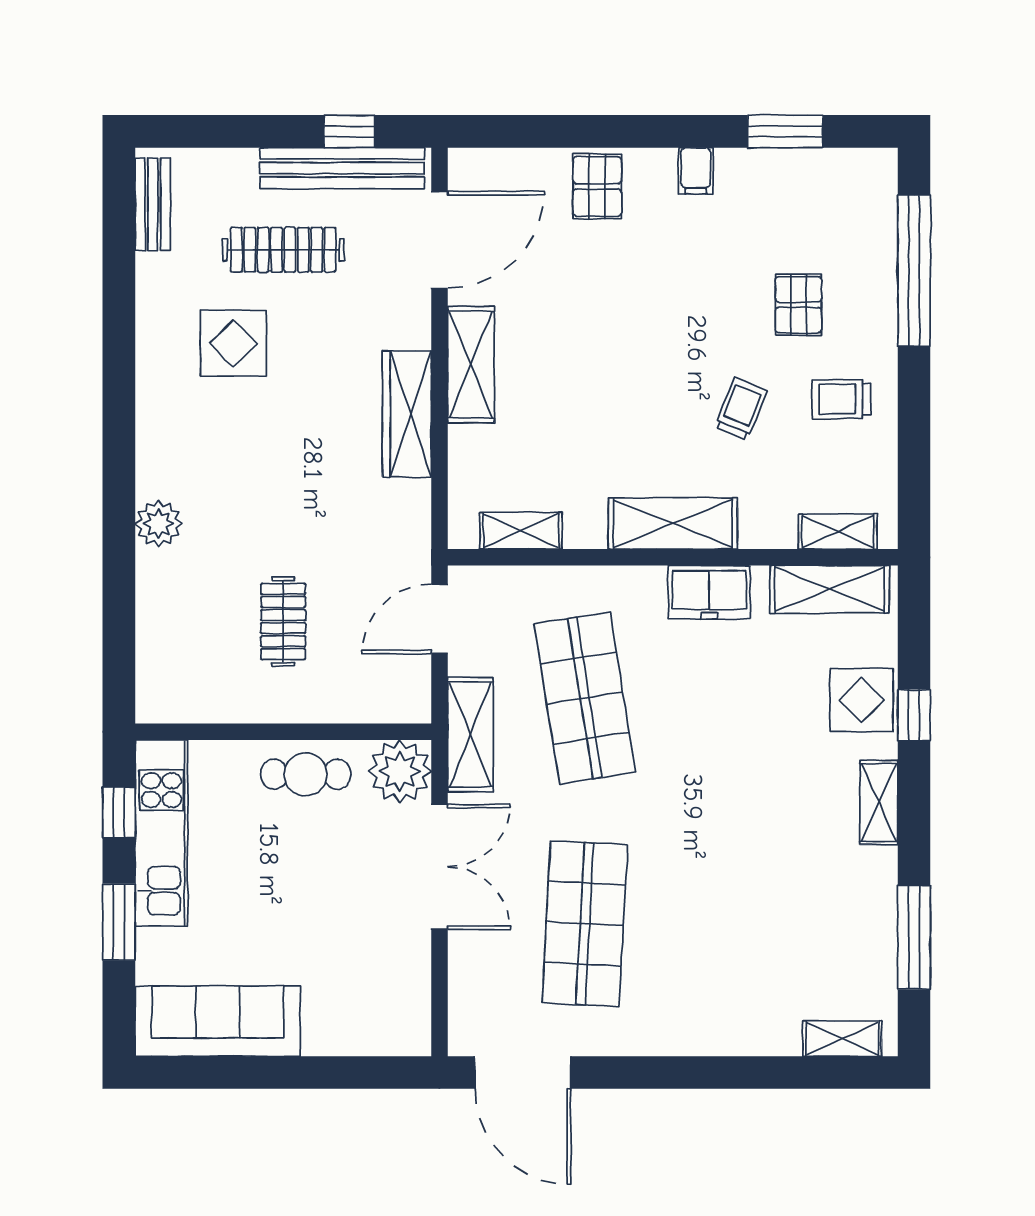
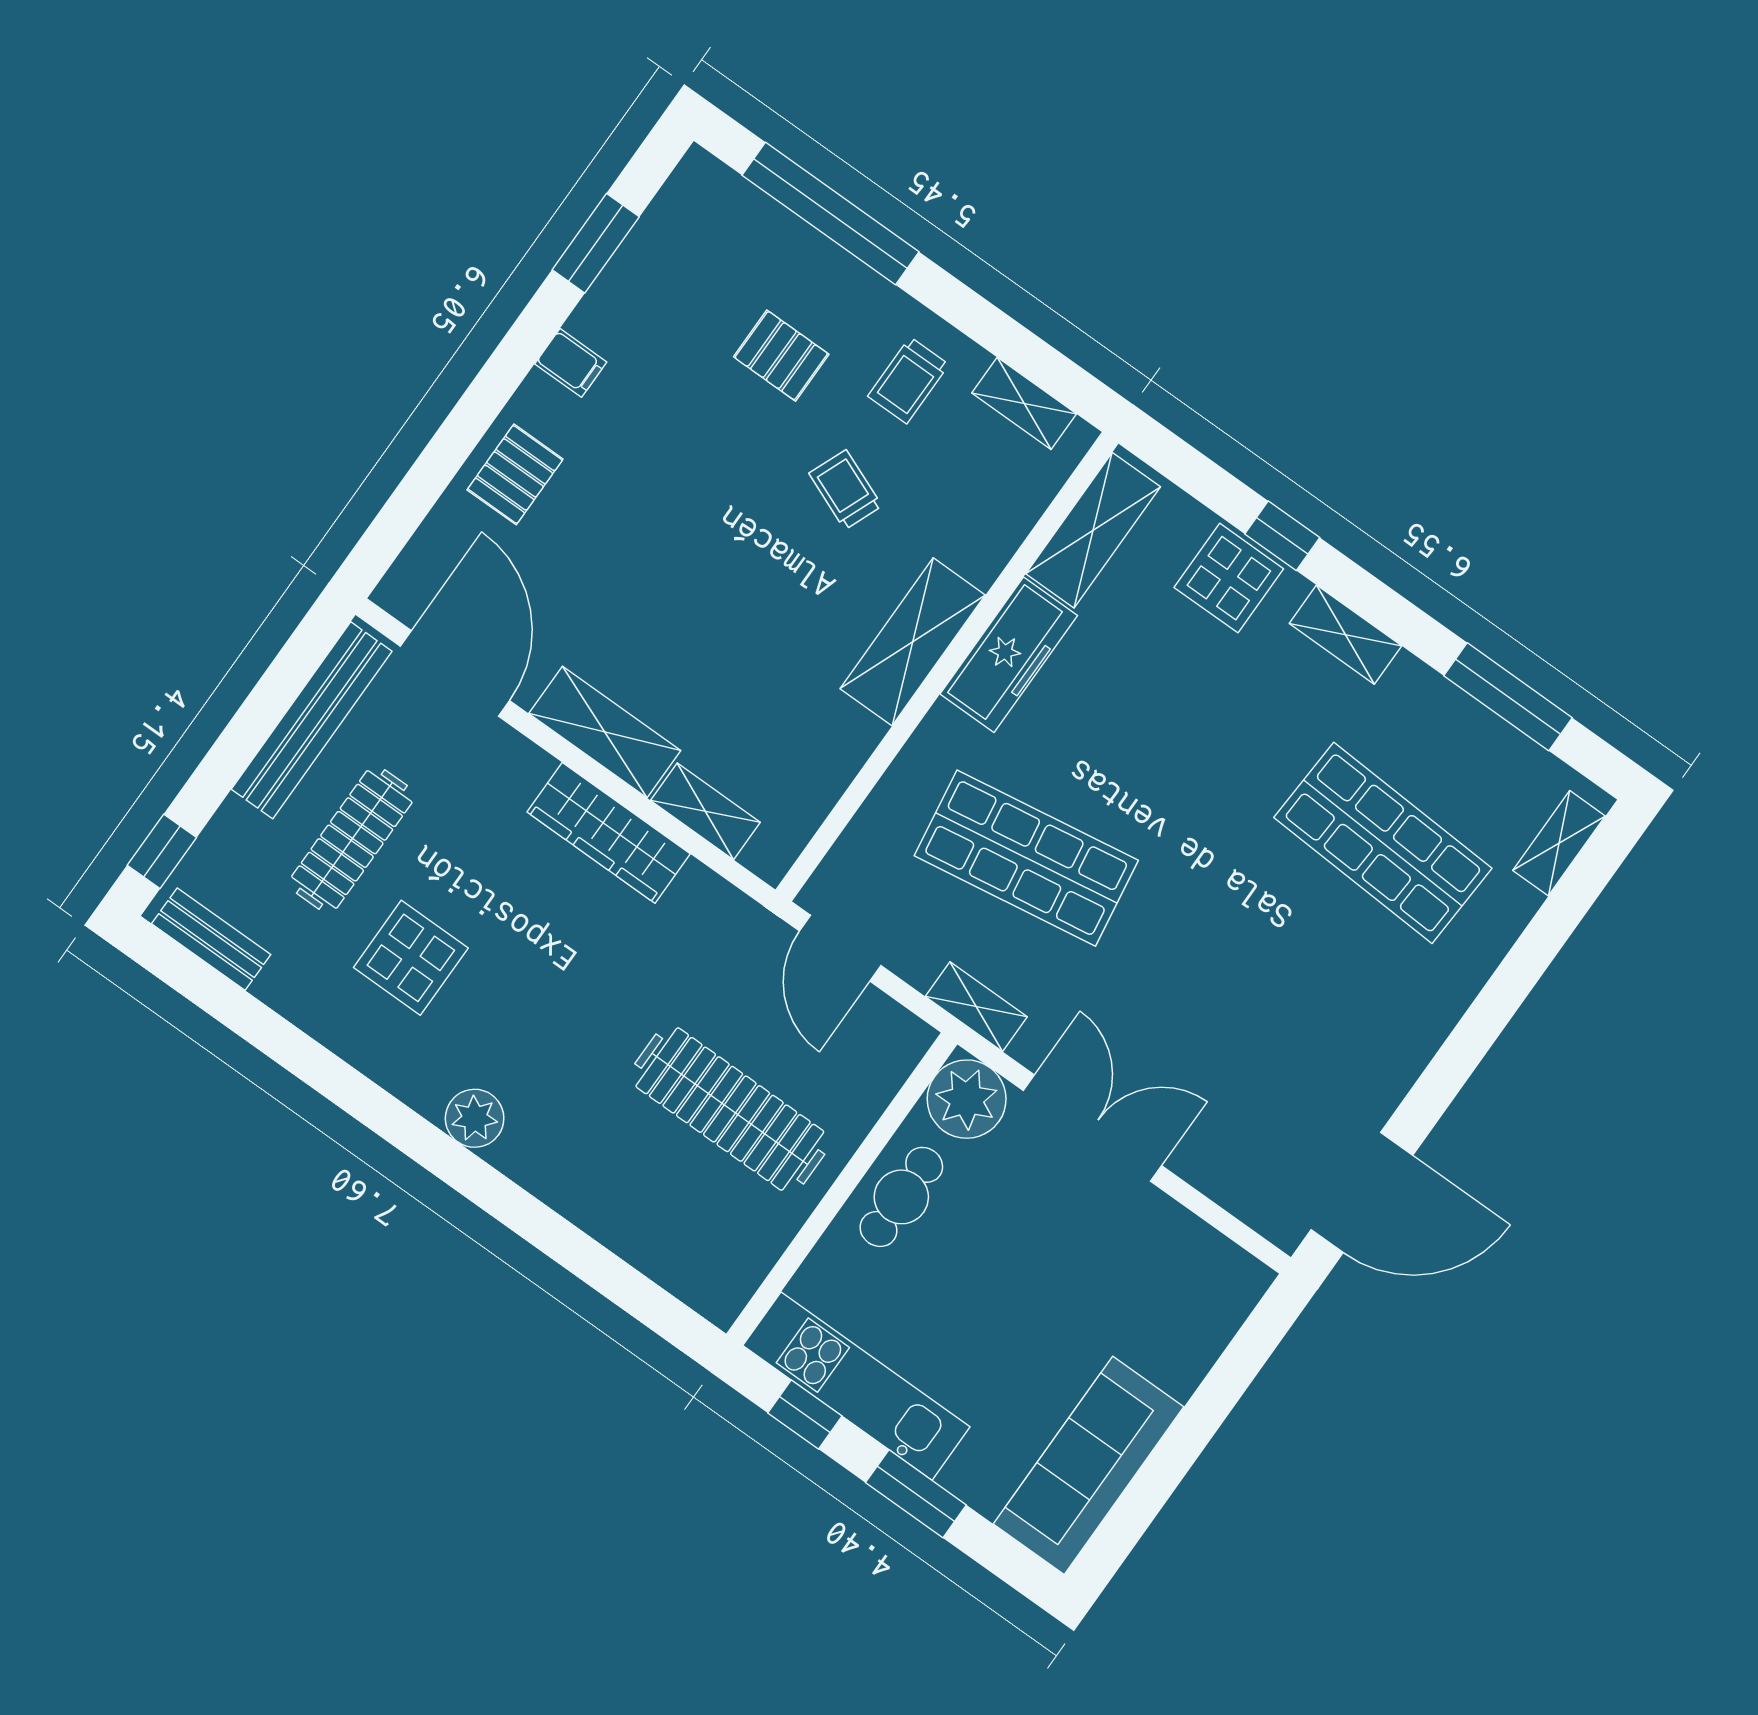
window: (349, 131) -> (162, 851), moved
pallet: (597, 186) -> (515, 474), turned 90
plant: (158, 524) -> (475, 1118), moved
shelving: (521, 531) -> (705, 811), moved, turned 90
shelving: (838, 532) -> (1024, 403), moved, turned 90
freezer: (709, 592) -> (1009, 655), width x1.40
clothes rail: (283, 622) -> (730, 1109), width x1.86, depth x1.31
shelving: (470, 735) -> (976, 1007), width x0.67, depth x0.75
shop shelf: (585, 924) -> (1383, 843), moved

